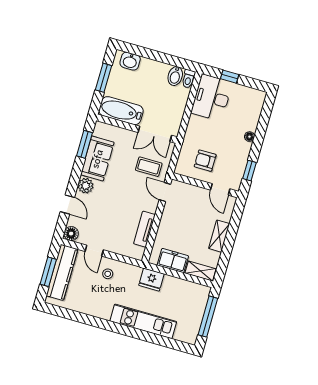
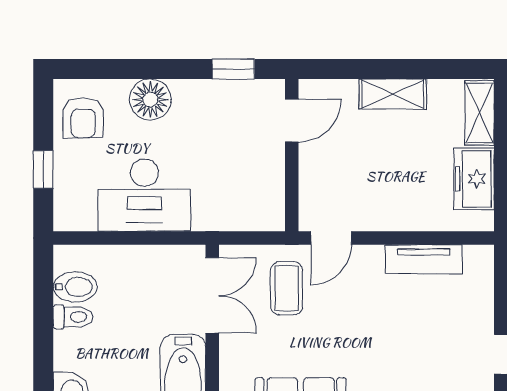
toilet: (188, 79) -> (73, 317), moved
desk: (212, 98) -> (144, 195), moved
floor lamp: (249, 137) -> (150, 100), width x1.89, depth x1.89
armchair: (205, 161) -> (83, 118), moved

